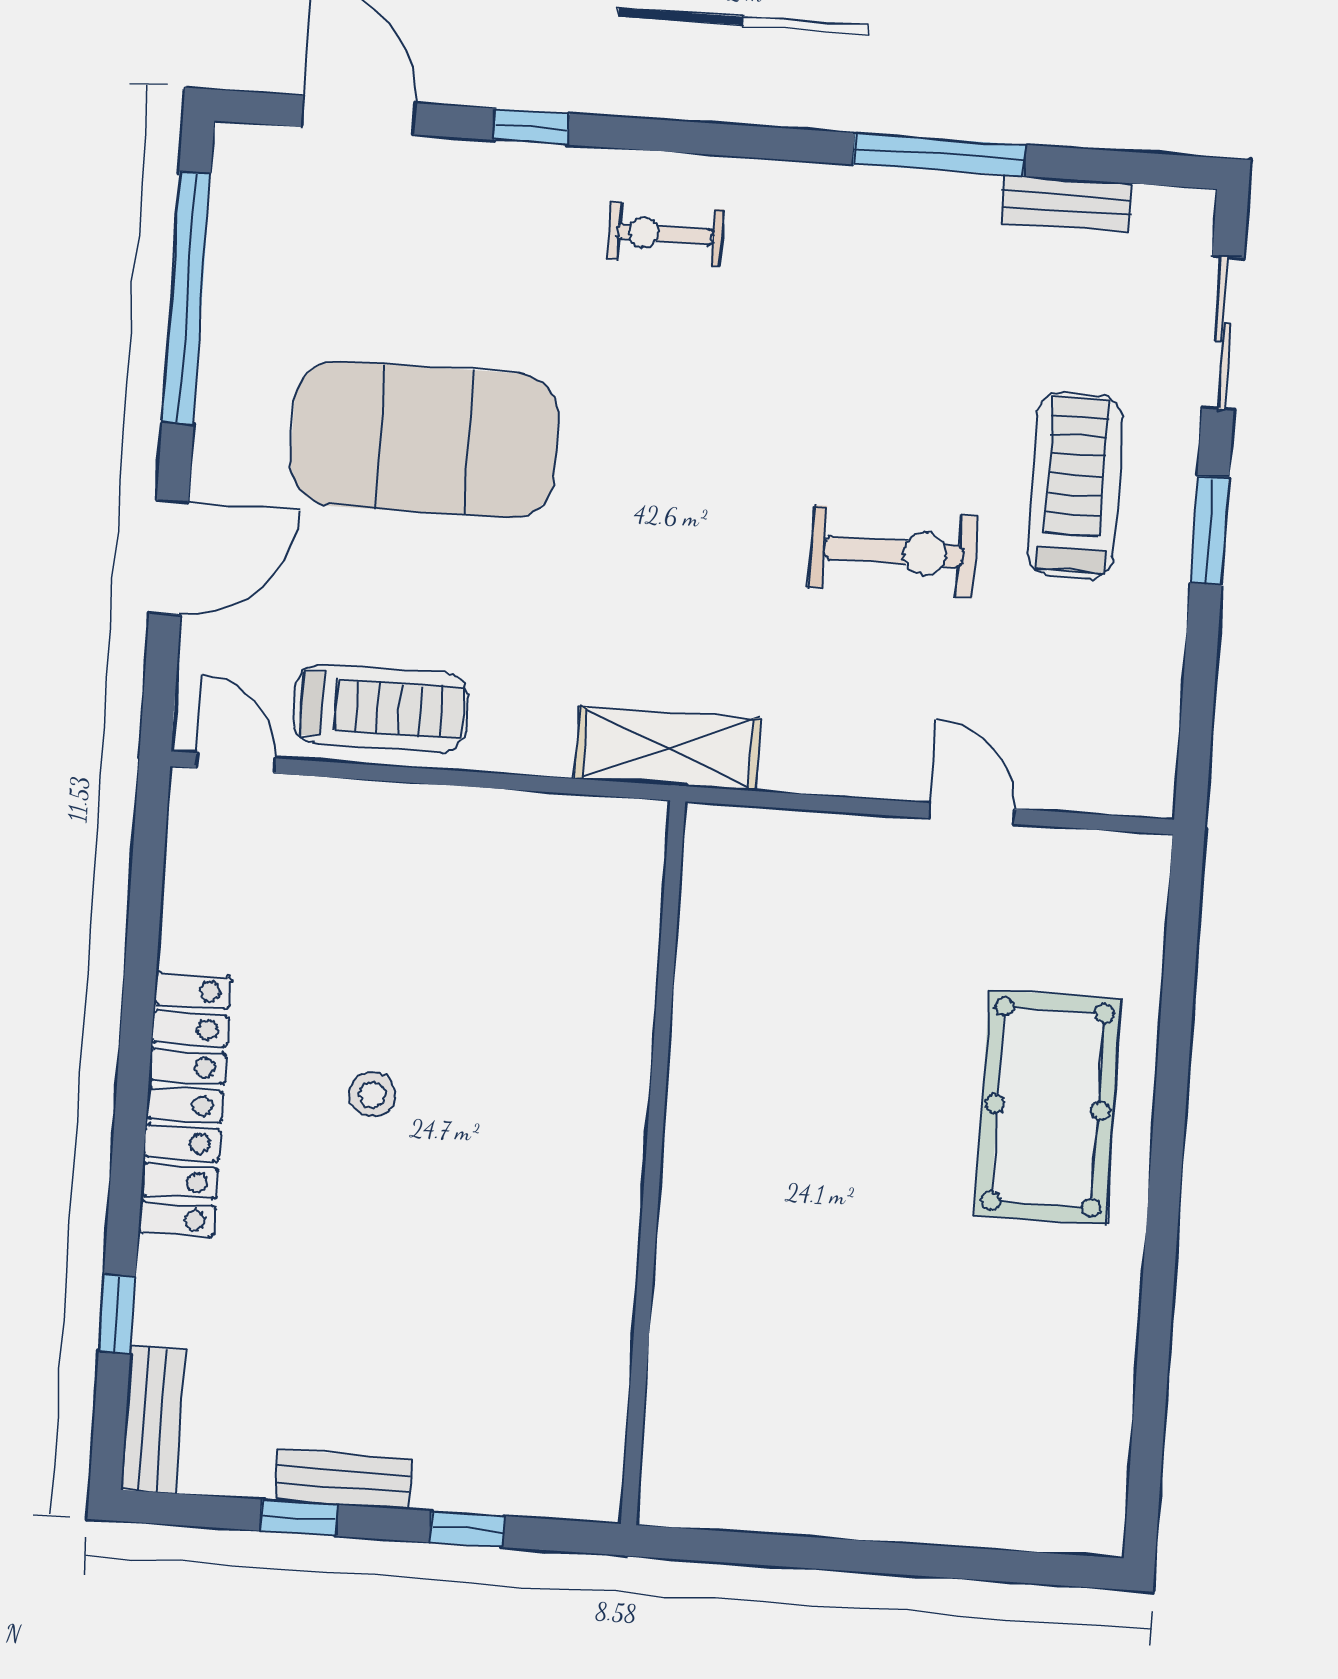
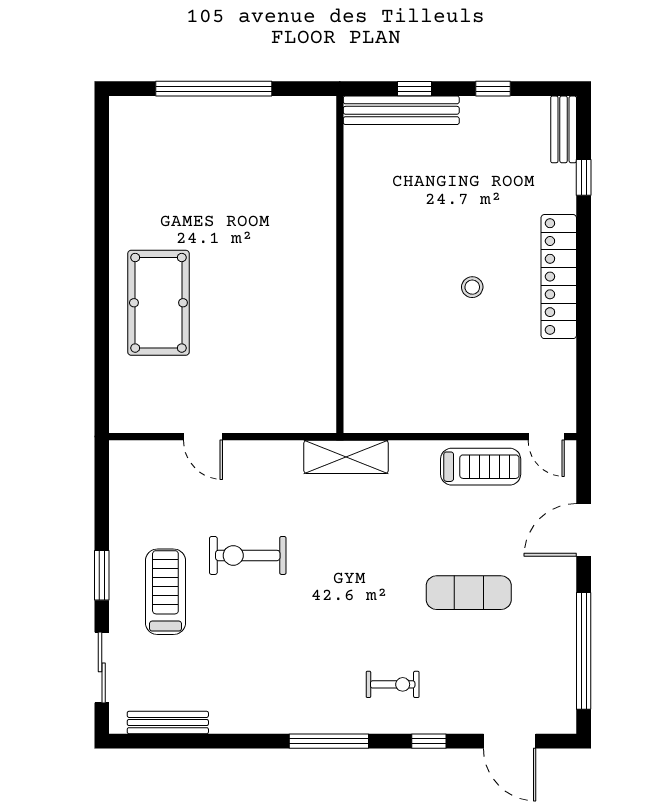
window: (939, 155) -> (329, 741), moved
bench: (1066, 203) -> (168, 723), width x1.36
exercise bike: (665, 234) -> (393, 684), moved
exercise mat: (424, 440) -> (469, 593), width x0.50, depth x0.69
treadmill: (1075, 486) -> (165, 592), turned 180
treadmill: (380, 708) -> (481, 467), turned 180
bench: (343, 1480) -> (401, 110), moved, width x1.86, depth x1.21
window: (898, 1559) -> (214, 89), added

